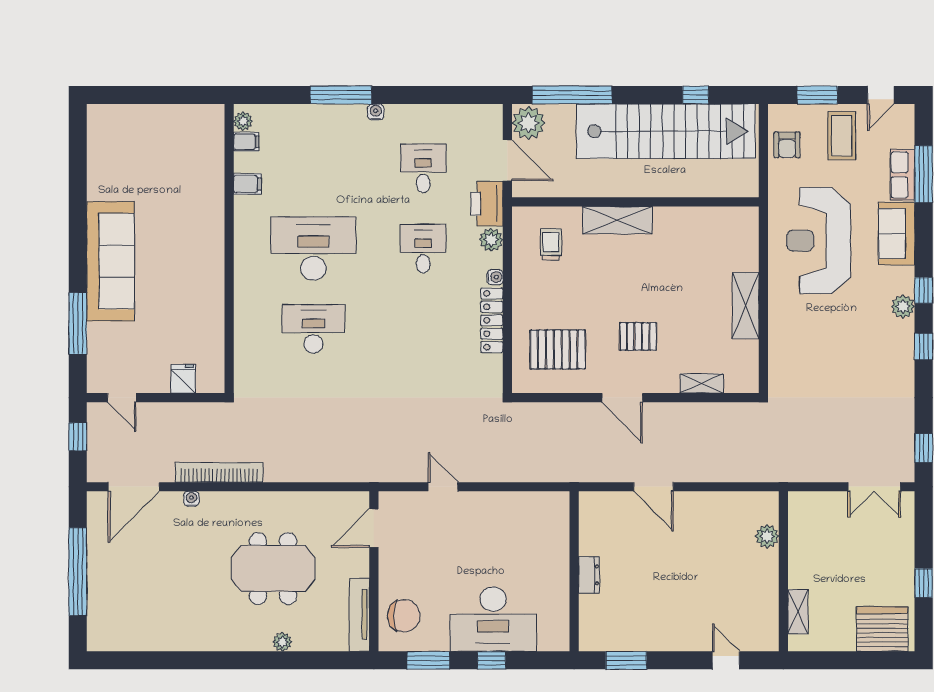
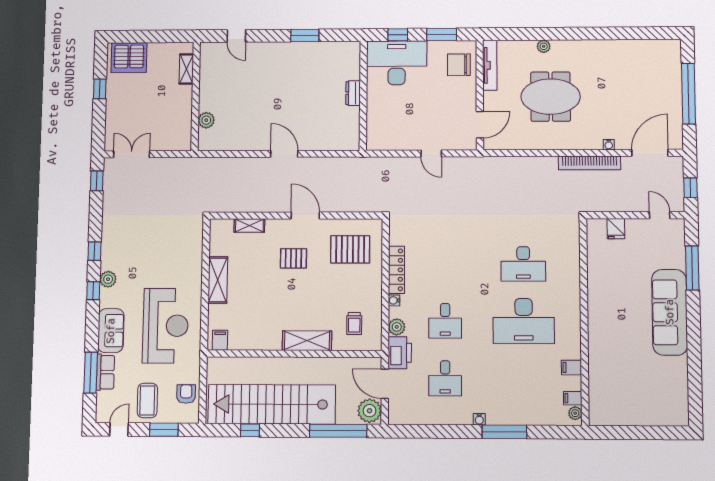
filing cabinet: (741, 220) -> (220, 340), added
wall: (574, 571) -> (363, 96), moved
dresser: (589, 575) -> (353, 93), moved

